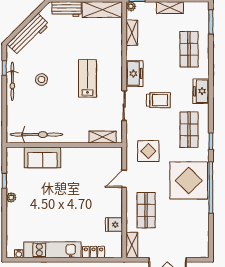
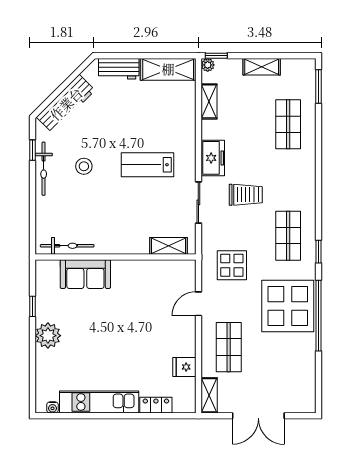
lab bench: (87, 78) -> (148, 165), turned -90
freezer: (201, 91) -> (305, 182), removed
bicycle: (36, 135) -> (67, 246), width x0.73, depth x0.71
plant: (11, 197) -> (48, 336), width x1.88, depth x1.88

